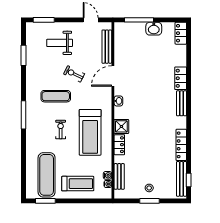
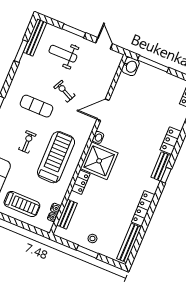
window: (44, 20) -> (74, 31), moved
washbasin: (154, 29) -> (130, 66), moved, turned -90
bench: (107, 47) -> (35, 37), moved
shower: (121, 126) -> (99, 161), width x1.86, depth x1.86
treadmill: (90, 132) -> (56, 157), turned 180
window: (189, 180) -> (166, 175), moved

